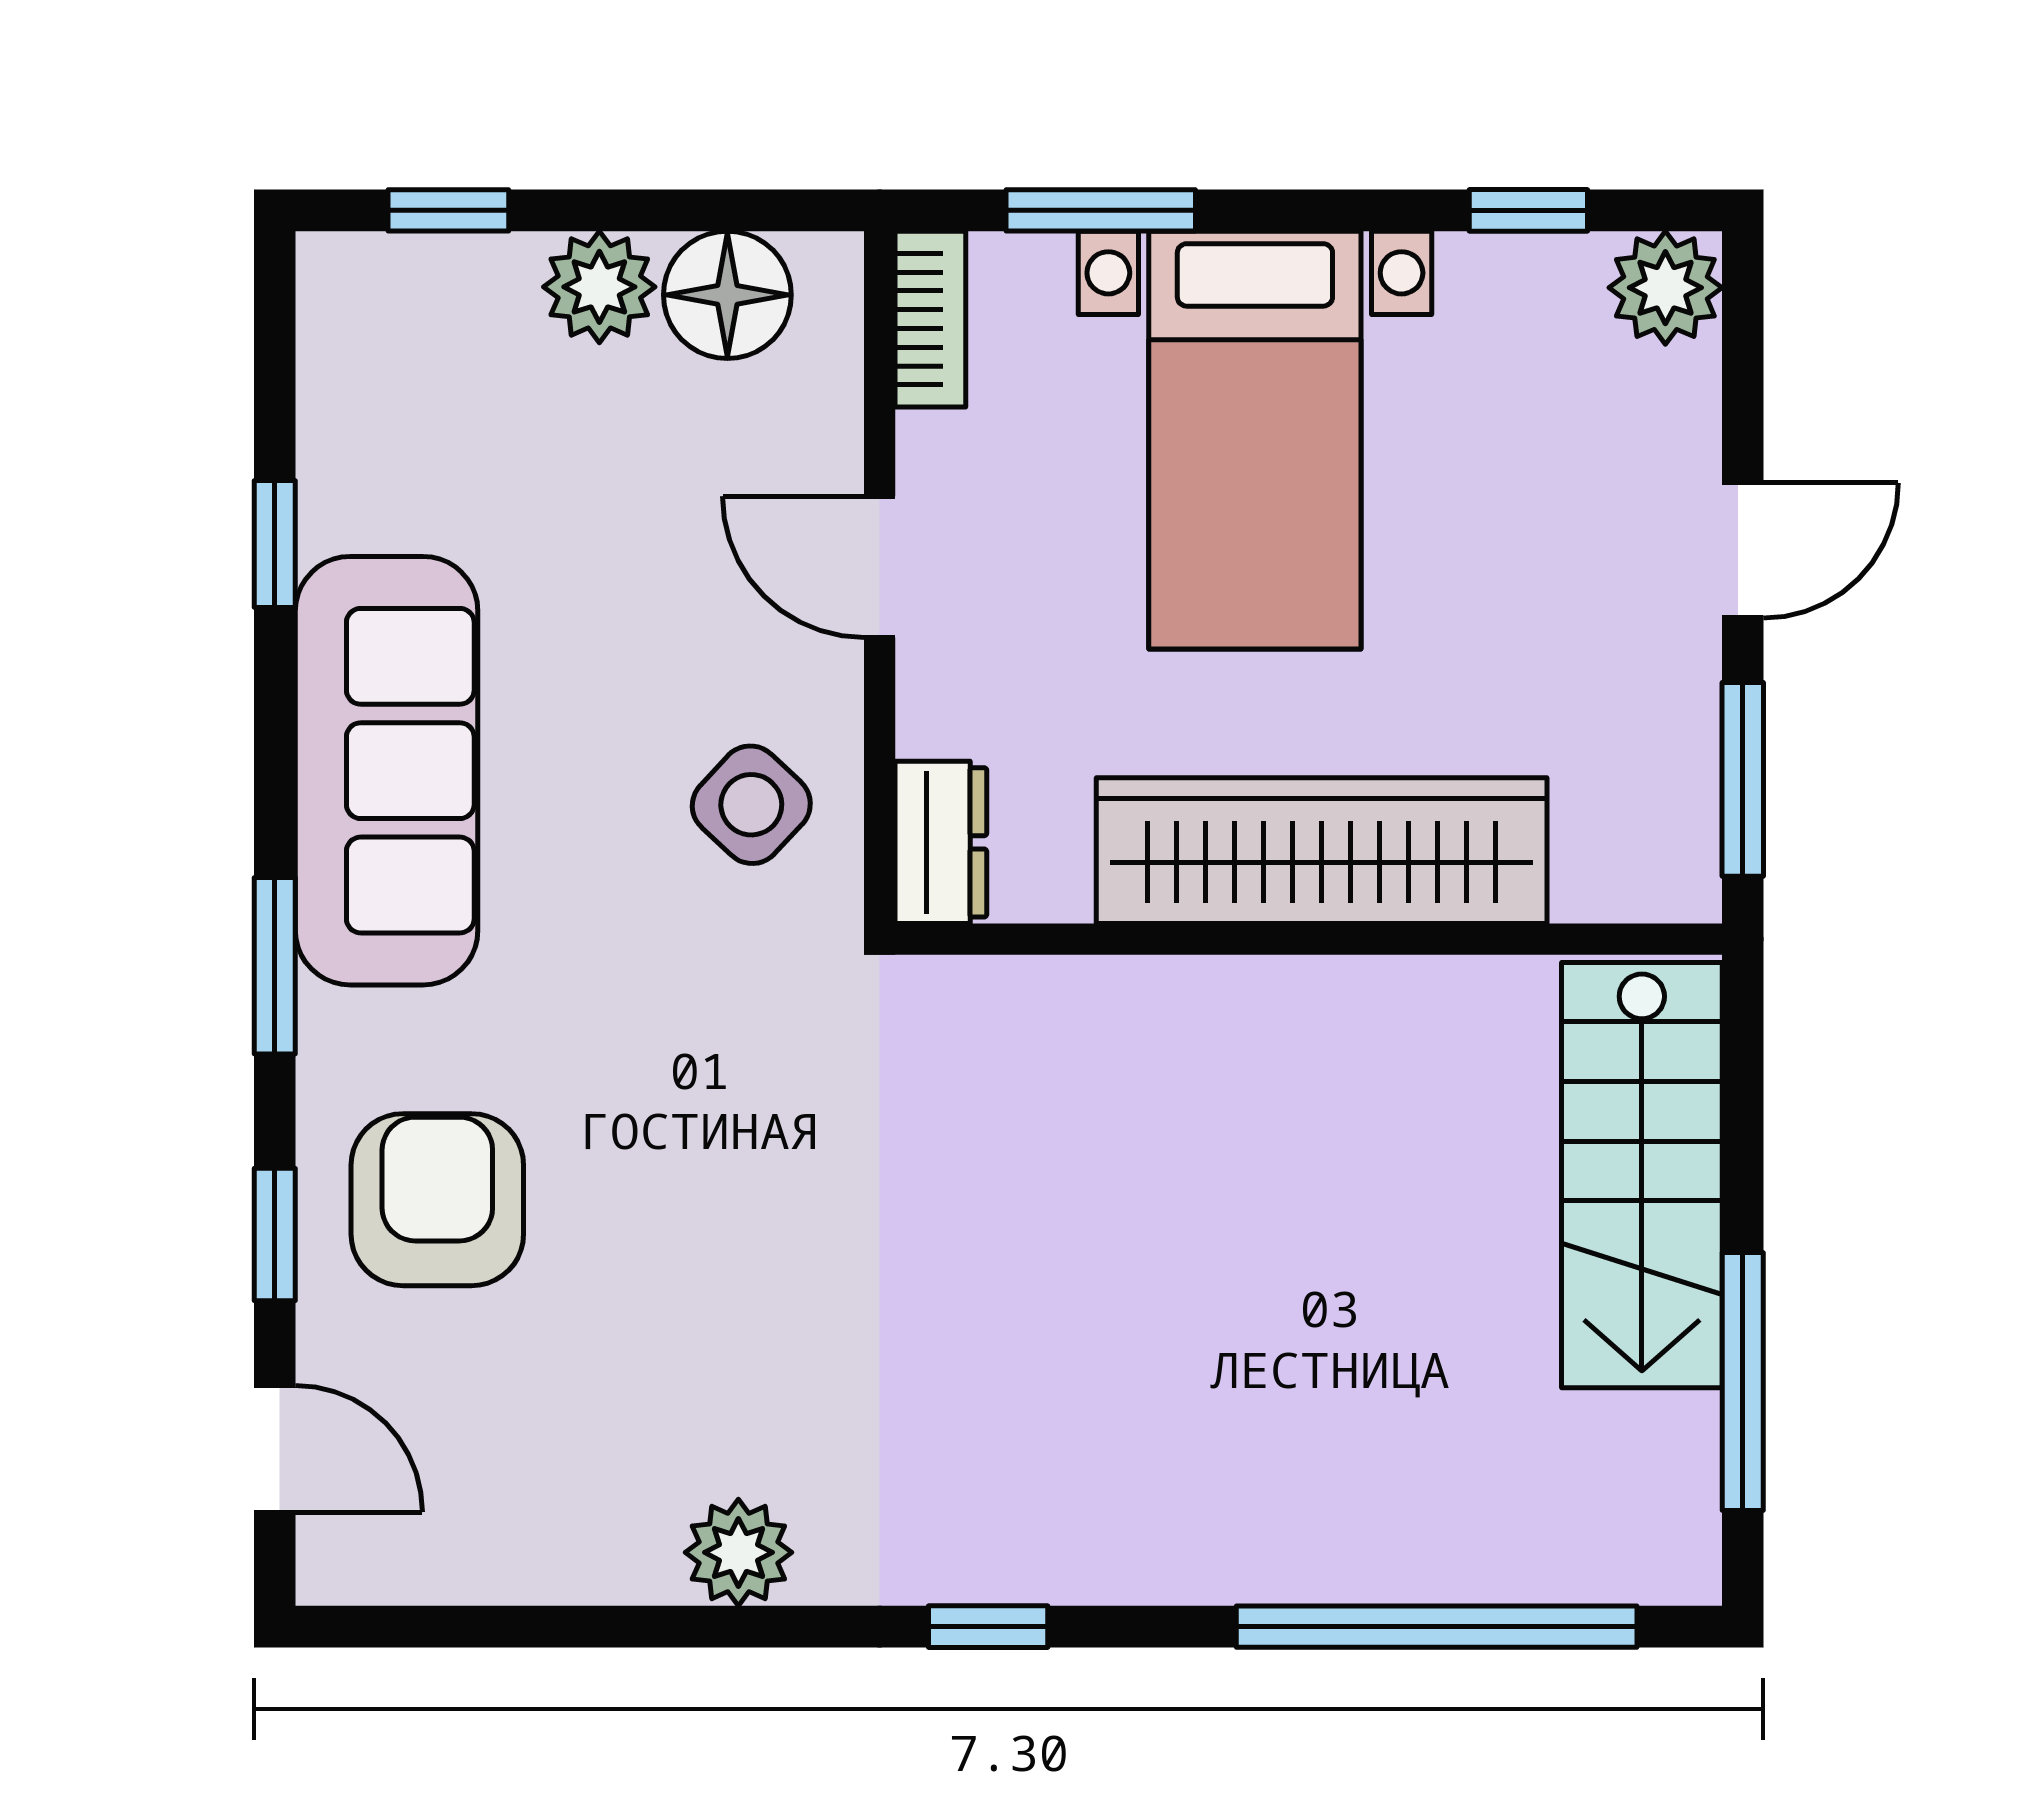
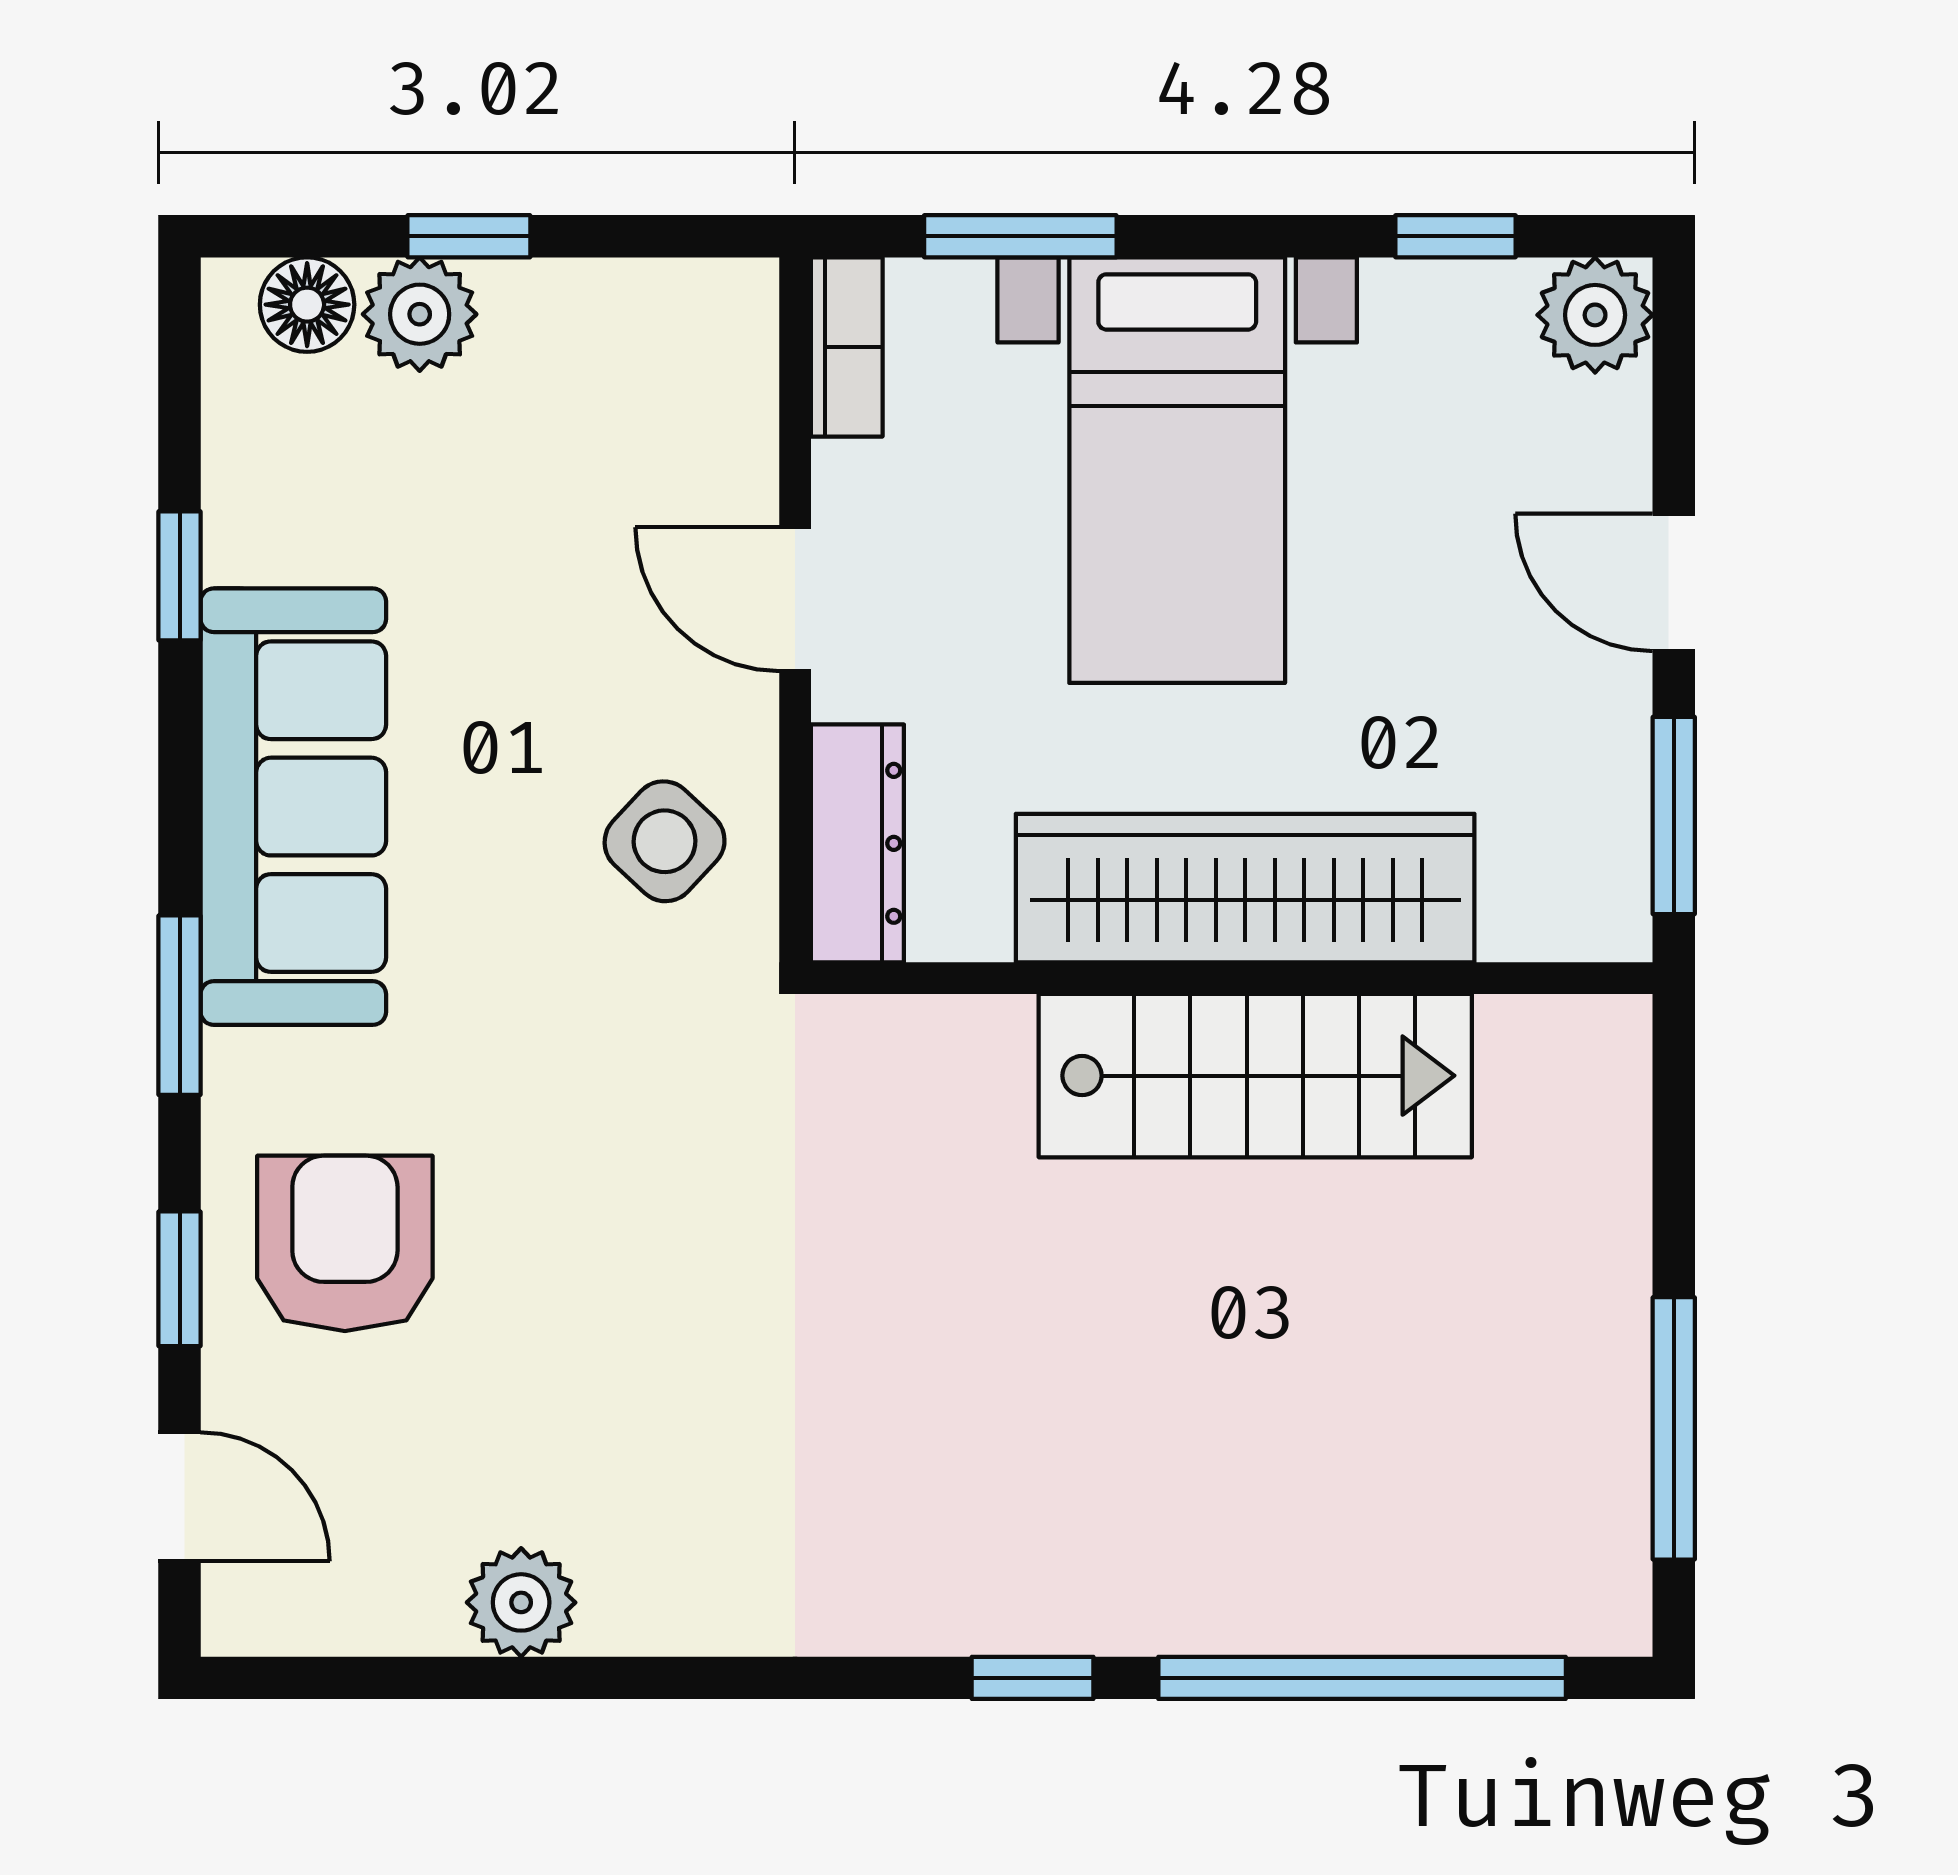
window: (448, 210) -> (469, 236), moved
plant: (599, 287) -> (420, 314), moved
floor lamp: (727, 295) -> (307, 305), moved, width x0.73, depth x0.73
door: (1743, 550) -> (1674, 582), swing flipped
dresser: (941, 842) -> (857, 843), width x1.44
stairs: (1642, 1175) -> (1255, 1076), moved, turned -90
plant: (738, 1552) -> (521, 1602), moved
window: (988, 1627) -> (1033, 1678), moved

